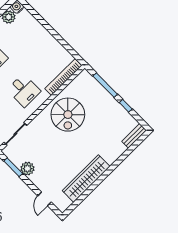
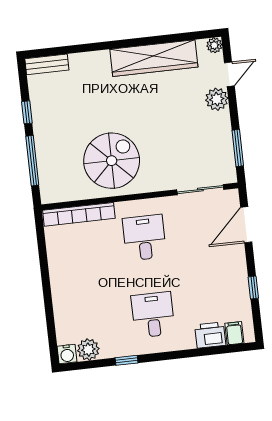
plant: (27, 169) -> (217, 99), moved
plant: (62, 207) -> (214, 45), added

